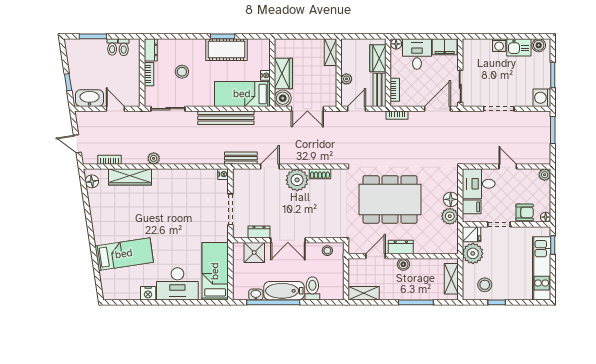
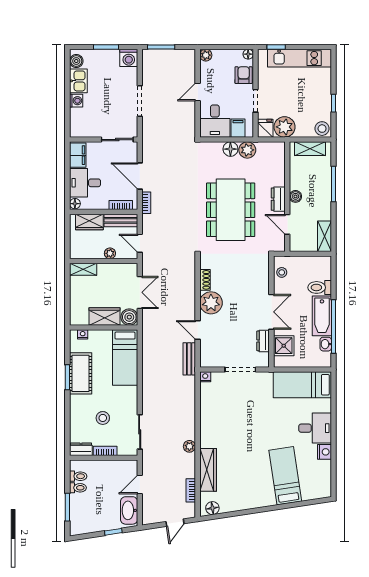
nightstand: (265, 75) -> (83, 334), moved
door: (437, 109) -> (140, 176), moved
bench: (226, 118) -> (149, 374), removed
desk: (177, 284) -> (315, 428), width x0.73
stool: (485, 285) -> (322, 129), moved

